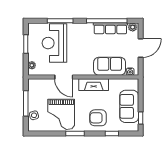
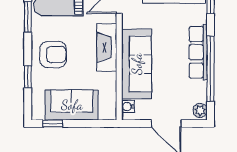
row of seats: (110, 28) -> (198, 52), moved
sofa: (110, 66) -> (137, 64), width x1.36
armchair: (98, 118) -> (53, 54), turned 90

